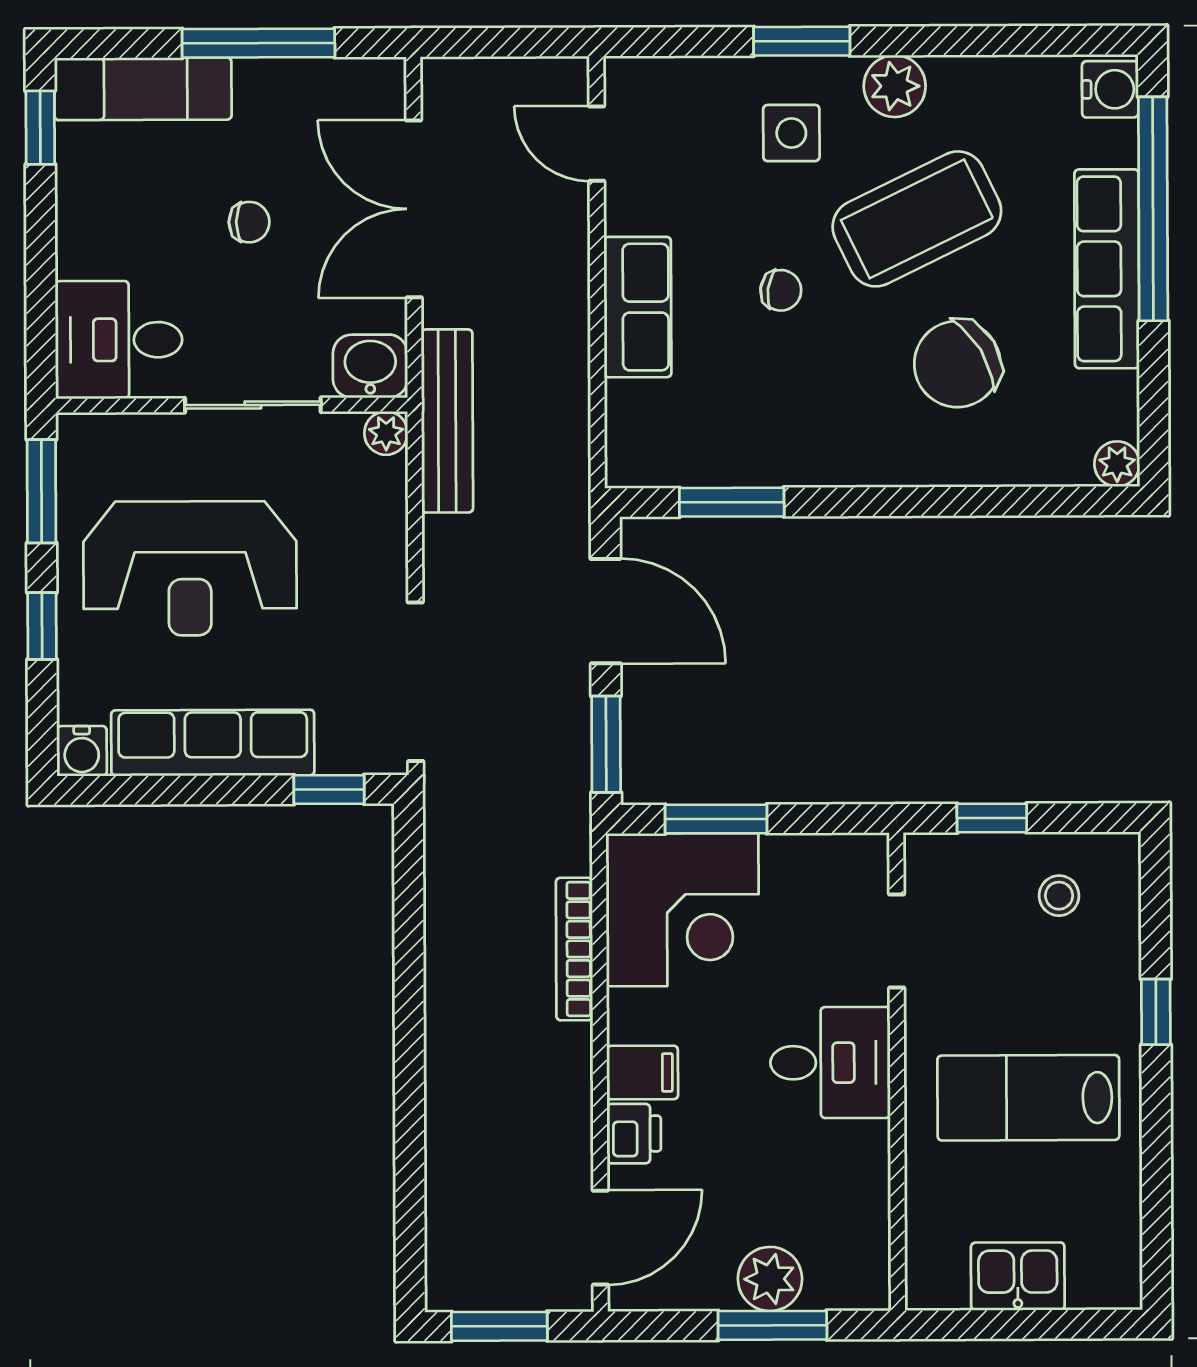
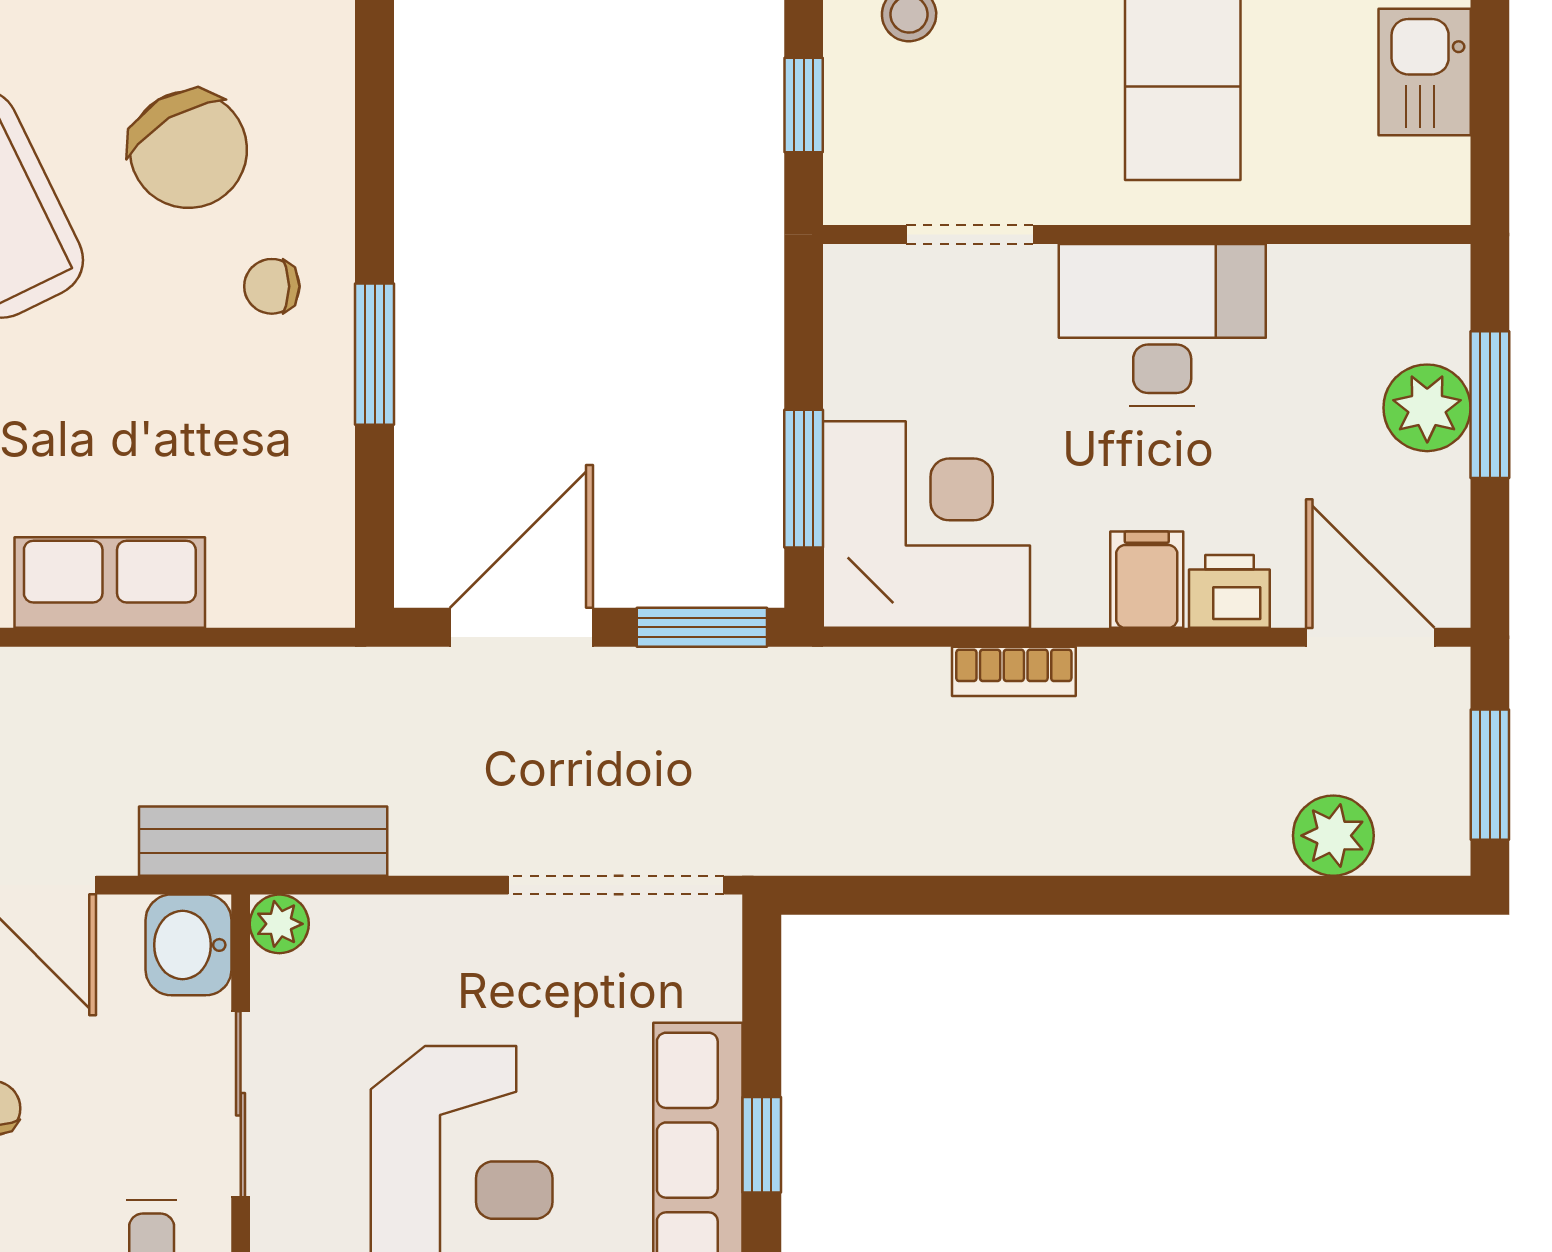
chair: (781, 290) -> (272, 286), moved, turned -98
window: (732, 502) -> (375, 354), moved
window: (329, 789) -> (762, 1145), moved
bookcase: (574, 949) -> (1014, 671), width x0.64
desk: (830, 1063) -> (1162, 325), width x1.37
plant: (454, 1211) -> (1333, 836), added

